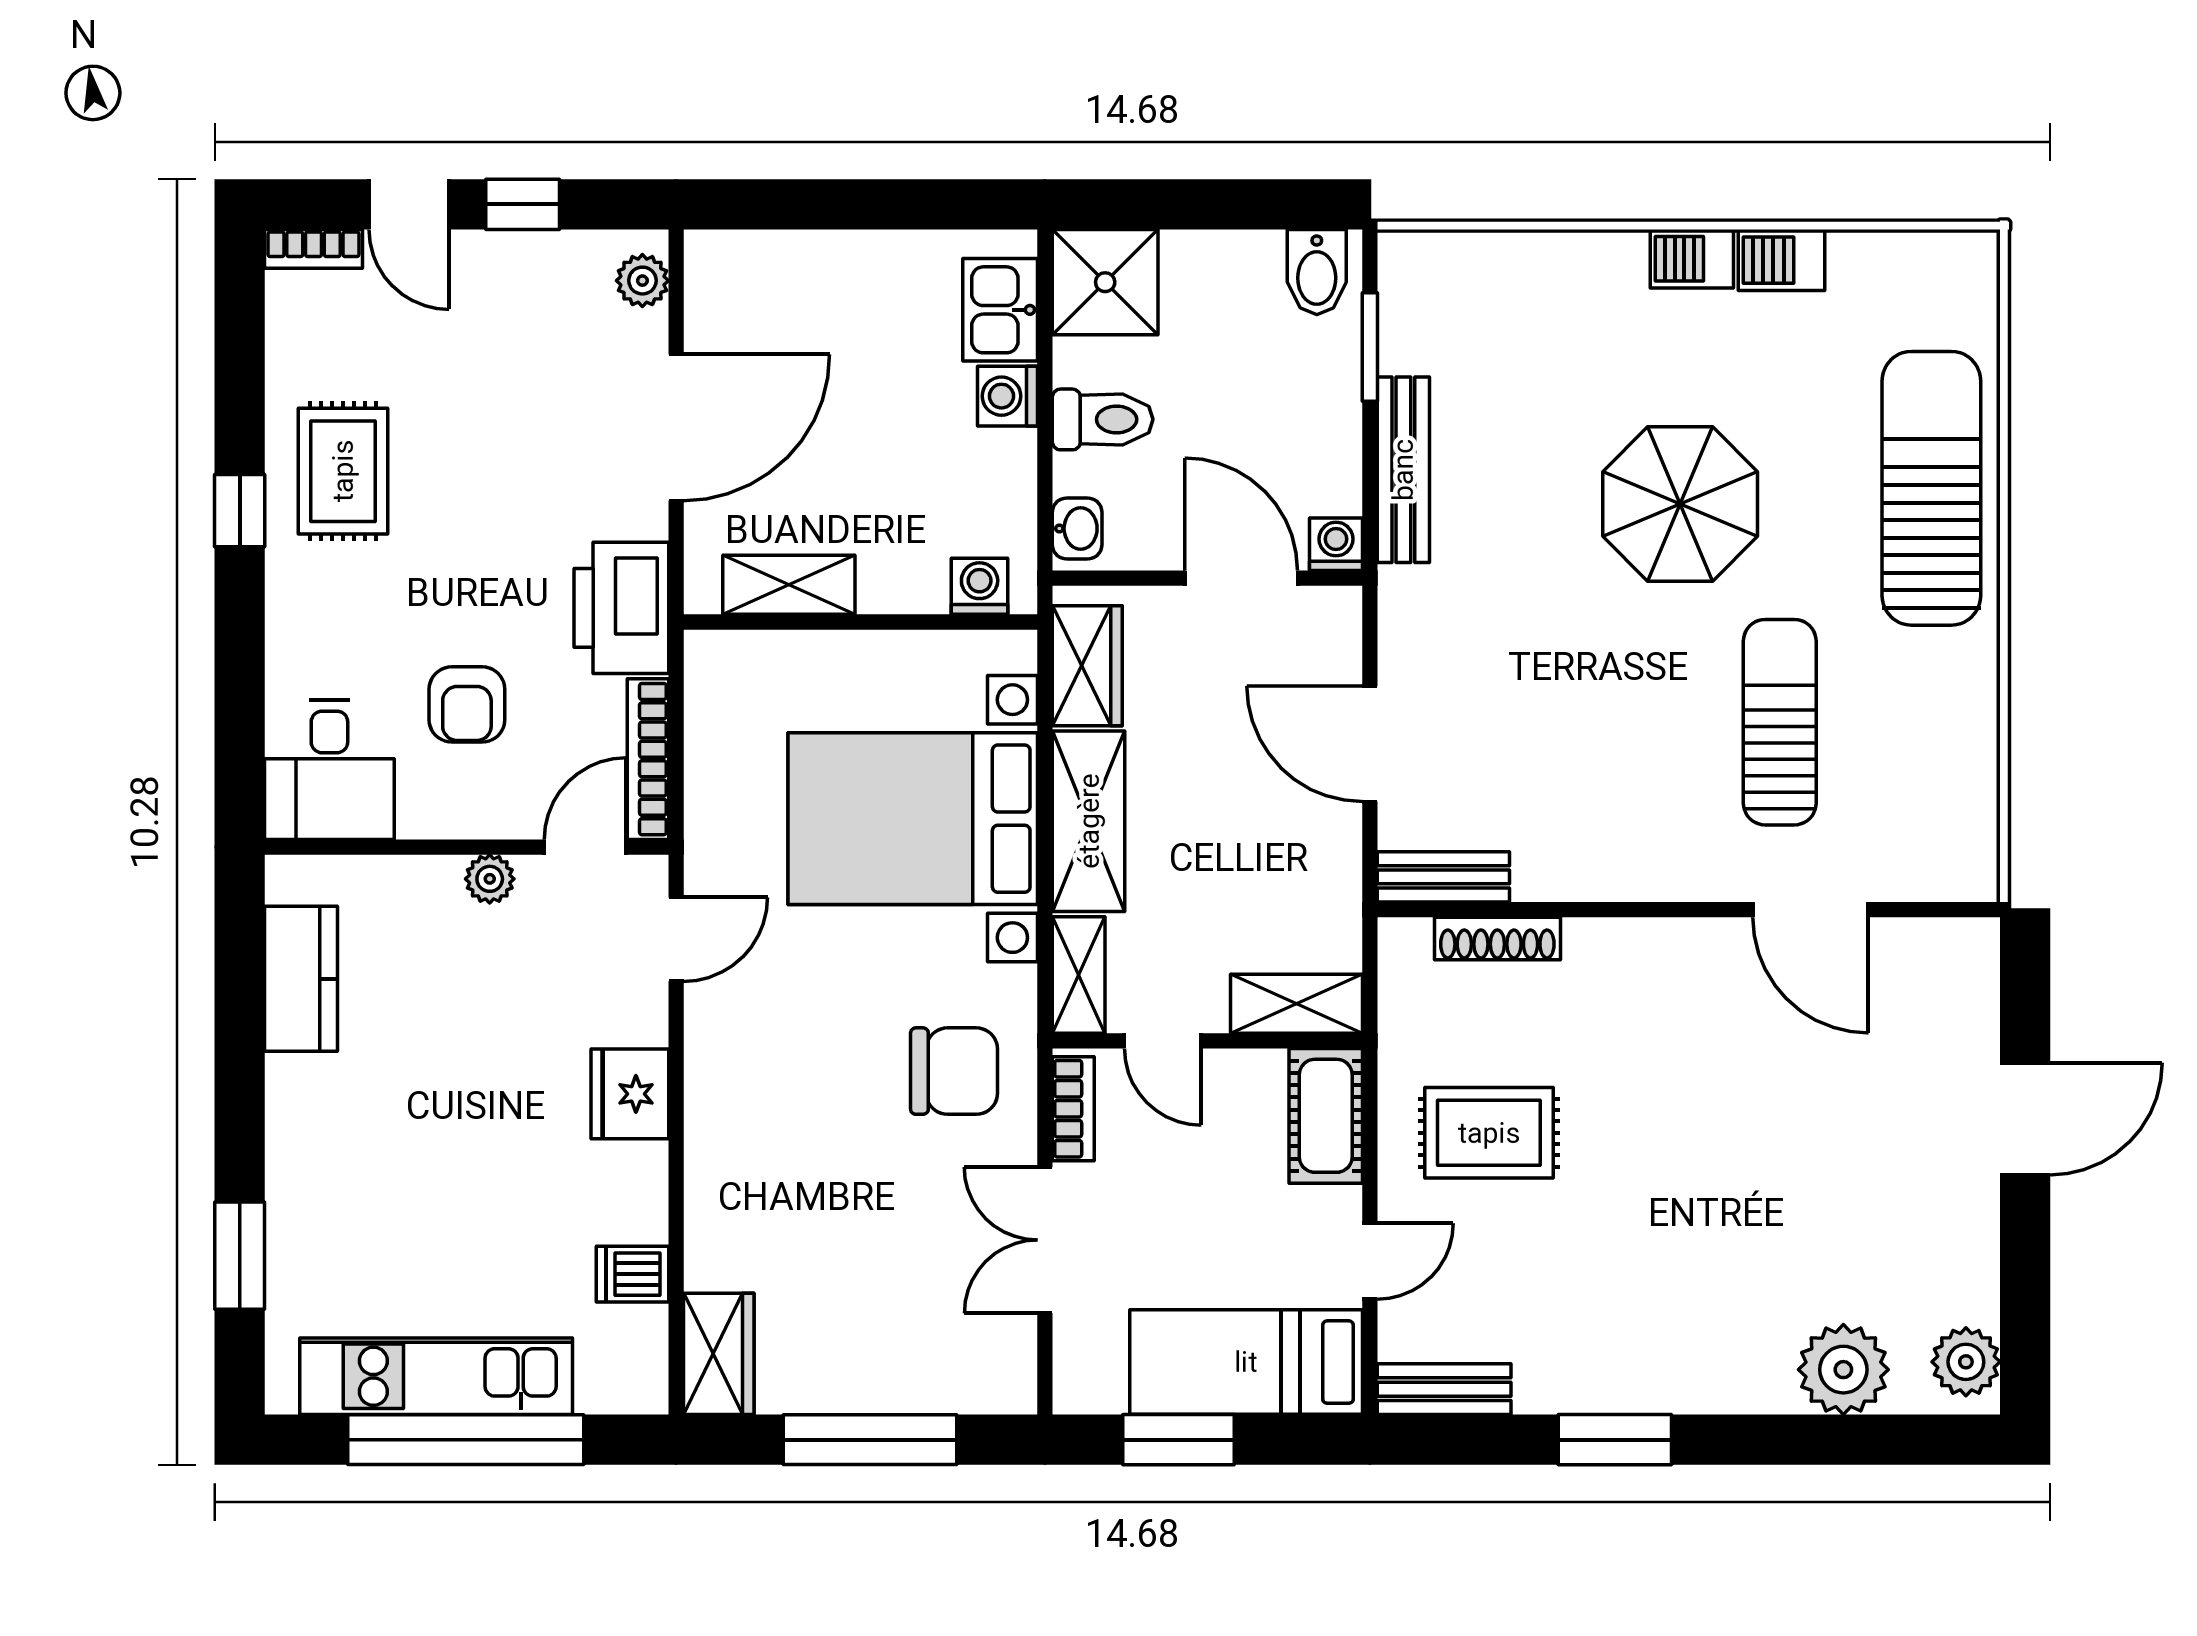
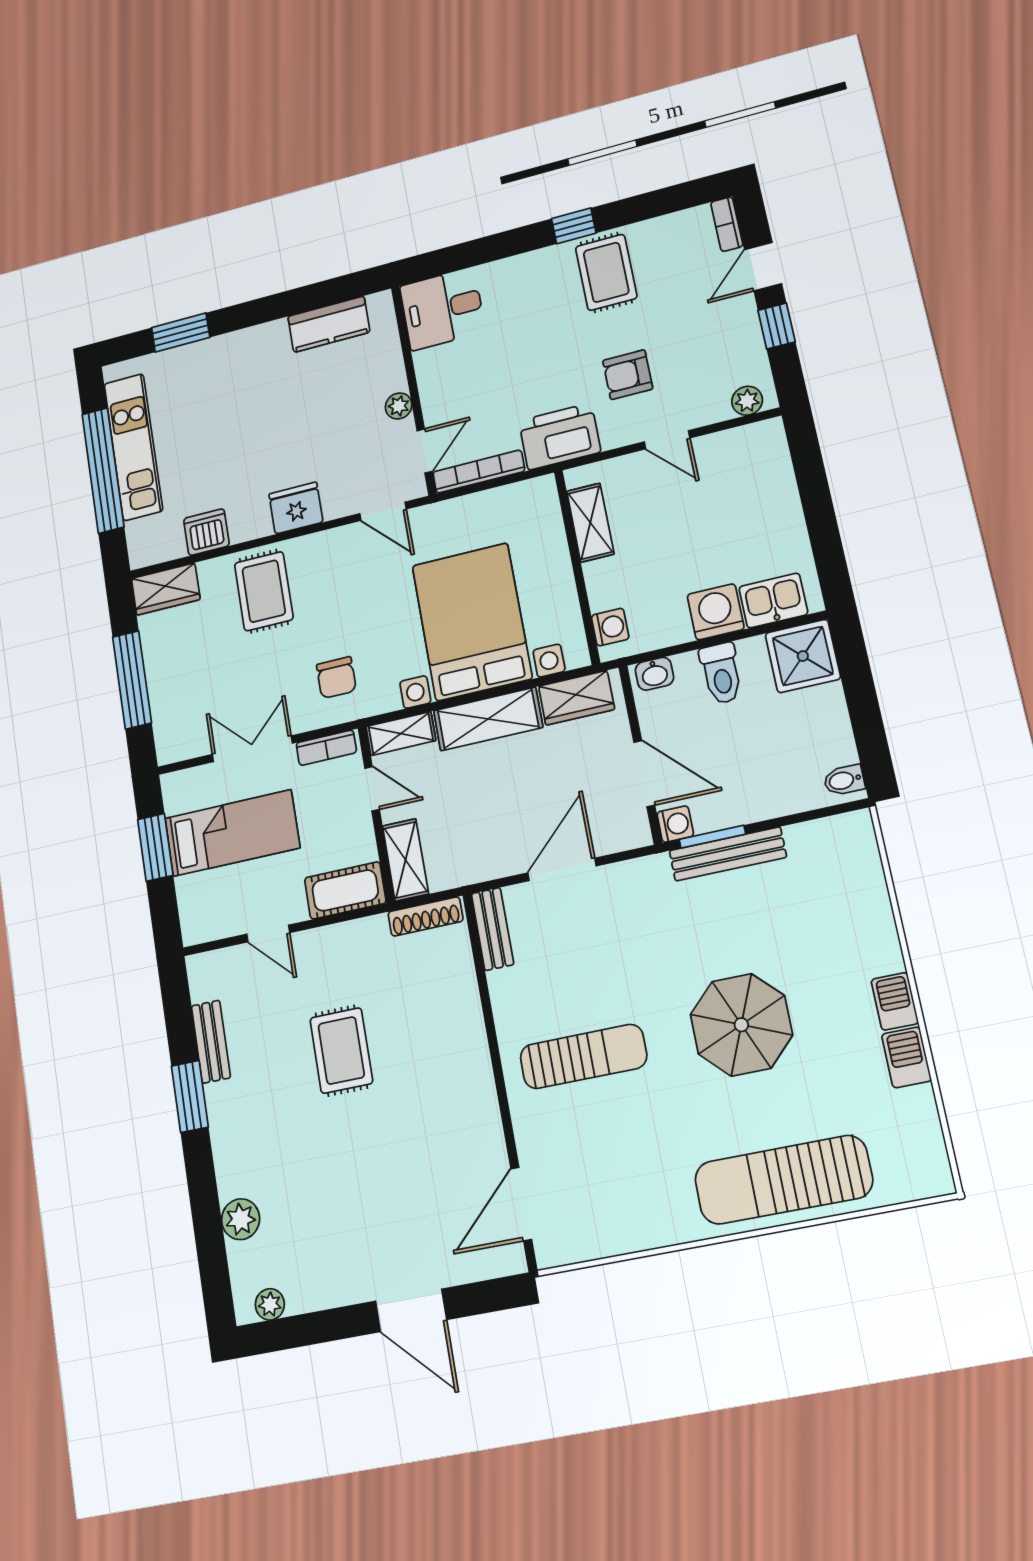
bidet: (1317, 272) -> (844, 780), width x0.72, depth x0.74
window: (1370, 347) -> (712, 837), moved
washing machine: (1007, 396) -> (716, 612), width x1.38, depth x1.38
door: (676, 428) -> (667, 440), width x0.53
rug: (343, 471) -> (606, 272), turned 90
sun lounger: (1931, 488) -> (783, 1180), turned 180
door: (1241, 578) -> (644, 774), hinge flipped
armchair: (467, 704) -> (628, 375), moved
sun lounger: (1780, 722) -> (583, 1056), moved
door: (585, 847) -> (425, 451), hinge flipped
door: (1811, 910) -> (521, 1204), moved
shoe rack: (1497, 938) -> (425, 916), moved, turned -90
door: (1163, 1041) -> (372, 789), swing flipped
chair: (954, 1071) -> (336, 678), width x0.73, depth x0.73
rug: (1489, 1133) -> (341, 1051), moved
rug: (767, 1176) -> (264, 591), added
dishwasher: (632, 1274) -> (206, 532), width x1.38
bed: (1246, 1362) -> (232, 833), moved, turned 90
plant: (1966, 1362) -> (270, 1304), width x0.73, depth x0.73
plant: (1843, 1370) -> (241, 1219), width x0.73, depth x0.73
bench: (1444, 1389) -> (211, 1042), moved

